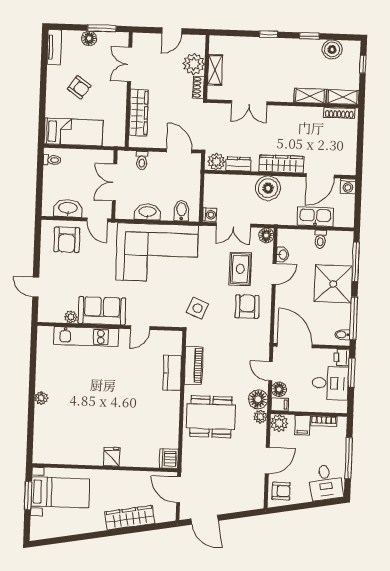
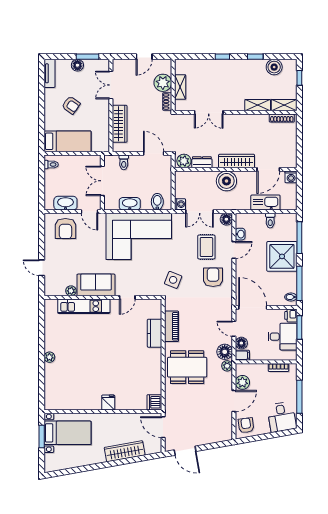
plant: (279, 423) -> (242, 382), moved
filing cabinet: (303, 425) -> (261, 371), removed
armchair: (281, 491) -> (246, 425), turned -97

